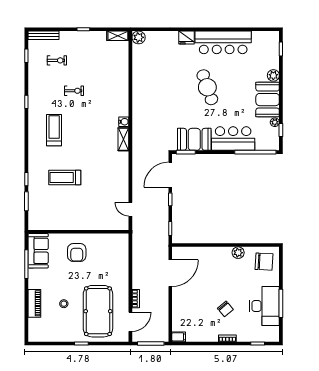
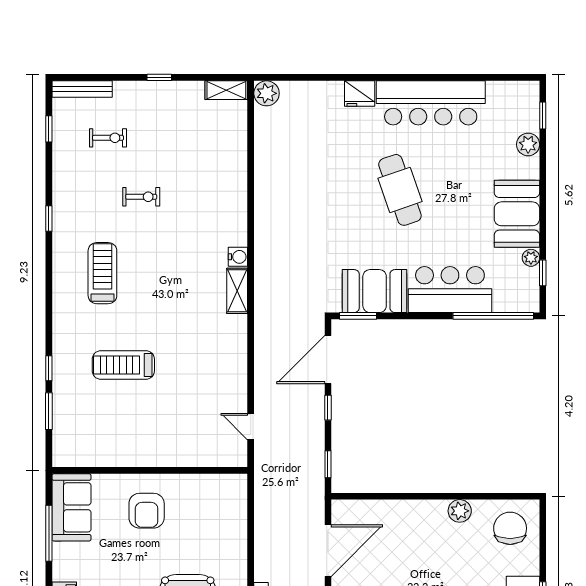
plant: (273, 75) -> (528, 144), moved
chair: (264, 262) -> (510, 528), turned -93

